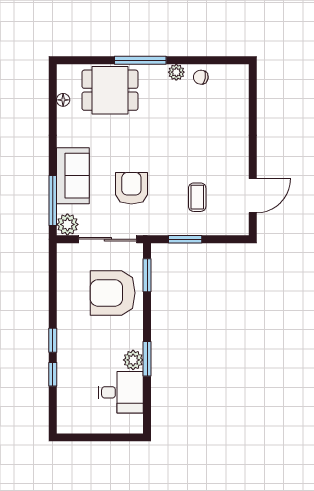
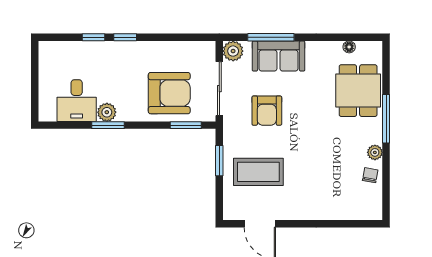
armchair: (131, 188) -> (267, 111), turned 90
coffee table: (197, 197) -> (258, 172), width x1.86, depth x1.72
window: (53, 200) -> (271, 37), moved
armchair: (113, 293) -> (169, 93), turned 90

